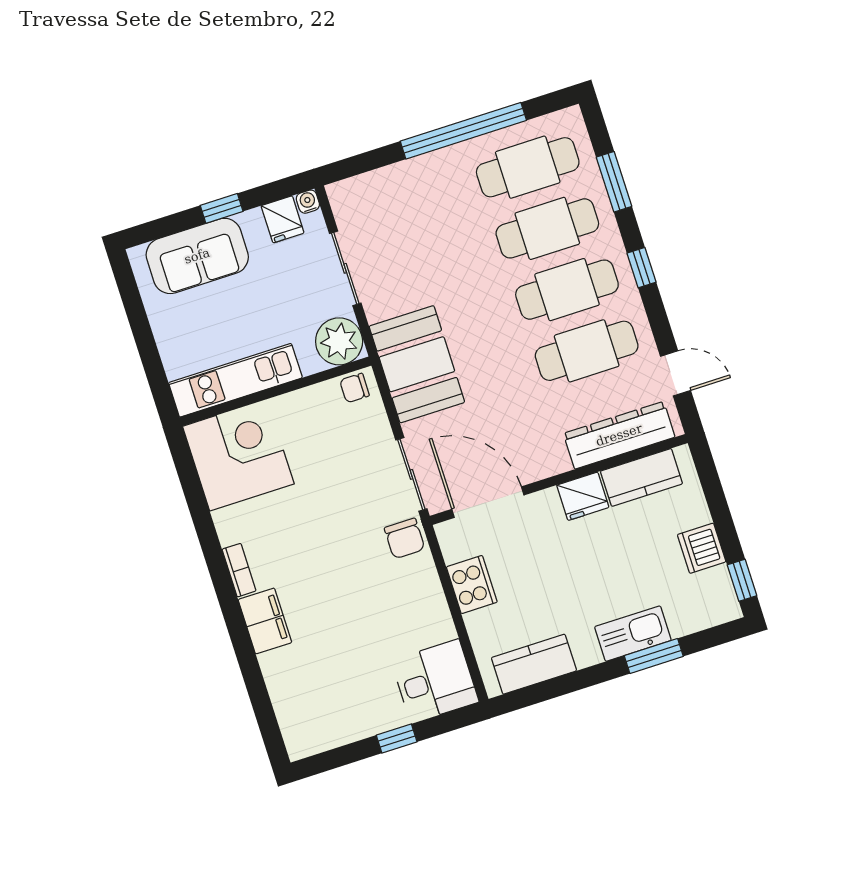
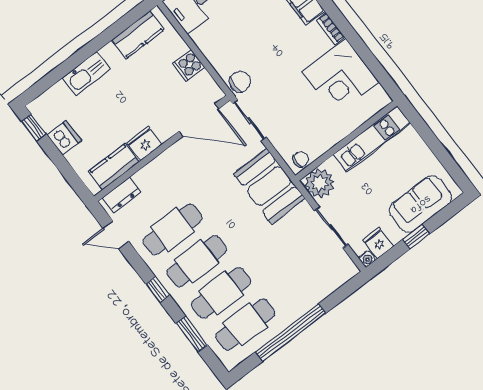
dresser: (619, 435) -> (122, 195), width x0.51, depth x0.80
corner desk: (238, 455) -> (341, 77), moved
chair: (405, 538) -> (240, 82), turned 90
cooker: (472, 585) -> (189, 65), width x0.73
window: (654, 656) -> (70, 65), removed

